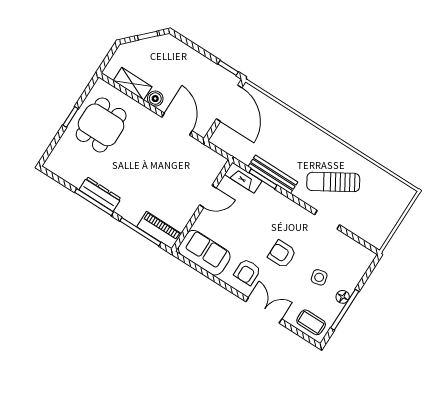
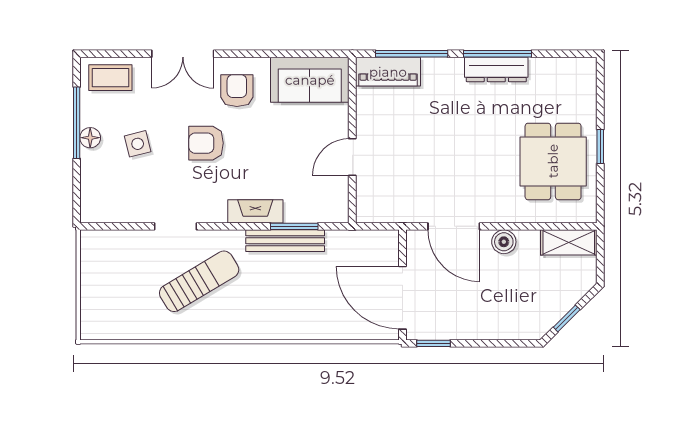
shelving: (133, 84) -> (569, 242), moved
fireplace: (243, 178) -> (255, 211), moved
armchair: (282, 254) -> (206, 143), turned 180

